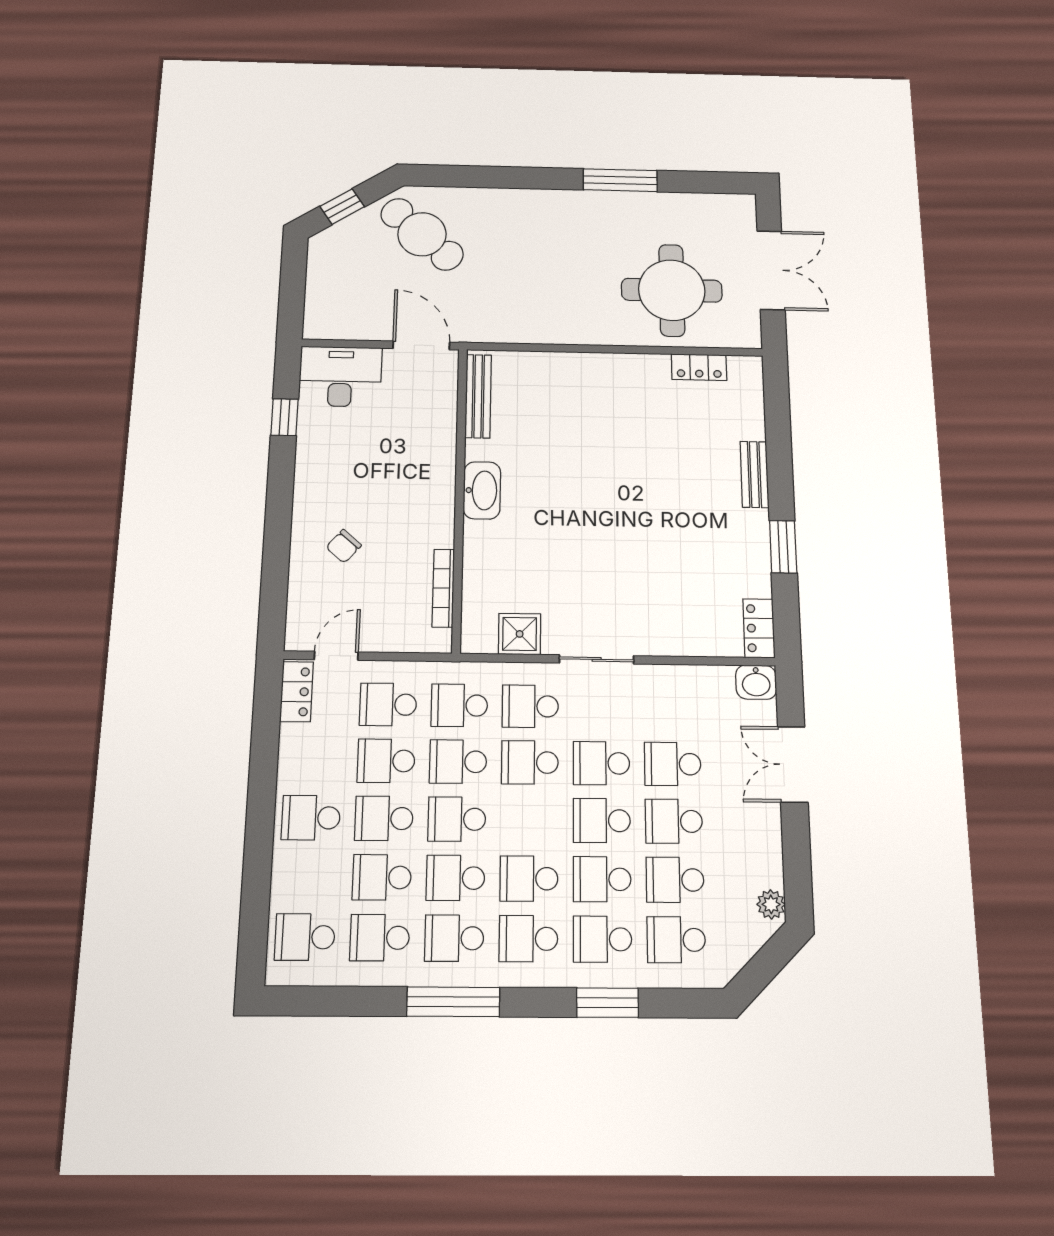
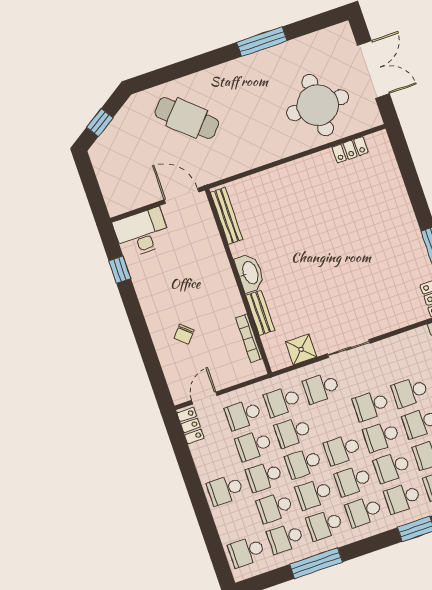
cafe table: (422, 234) -> (187, 118), moved
bench: (754, 474) -> (260, 313), moved
school desk: (530, 762) -> (342, 450), moved
window: (453, 1002) -> (316, 563), moved

